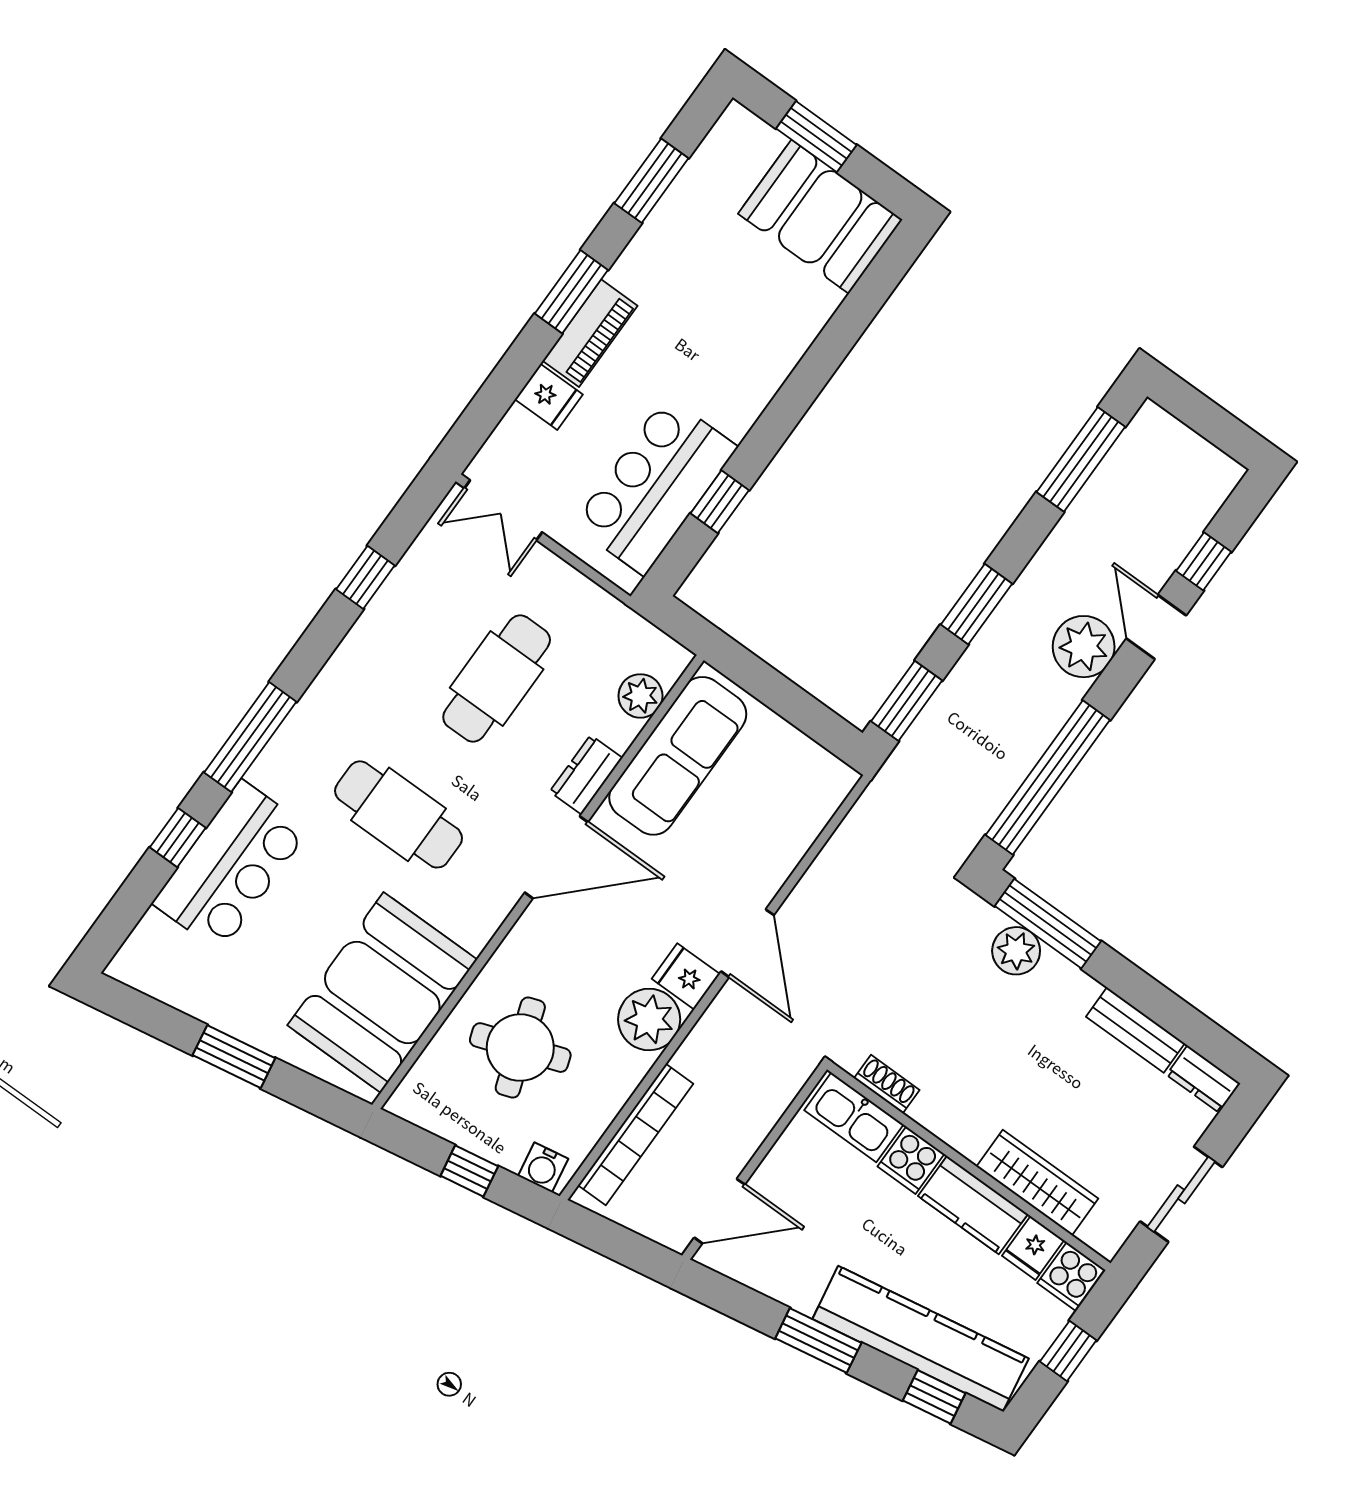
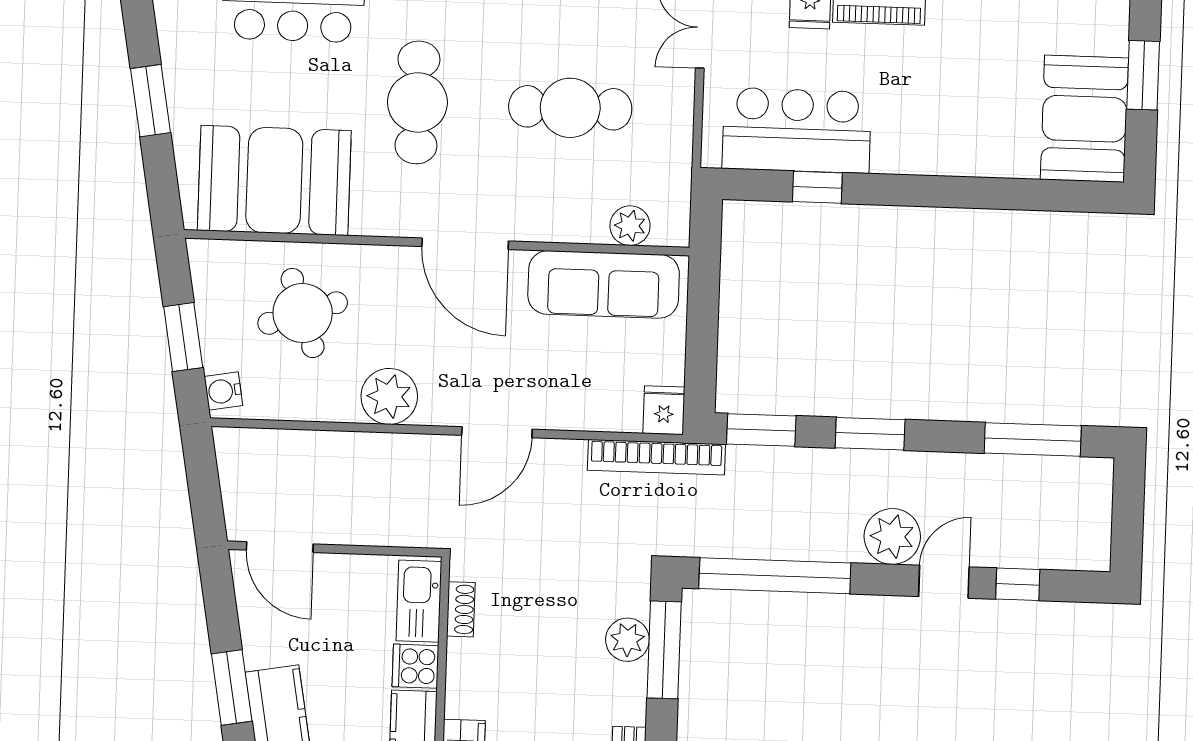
dresser: (586, 775) -> (543, 225), removed
fridge: (686, 976) -> (664, 410), moved
bookcase: (636, 1134) -> (656, 457), moved
window: (469, 1171) -> (183, 337), width x1.50

